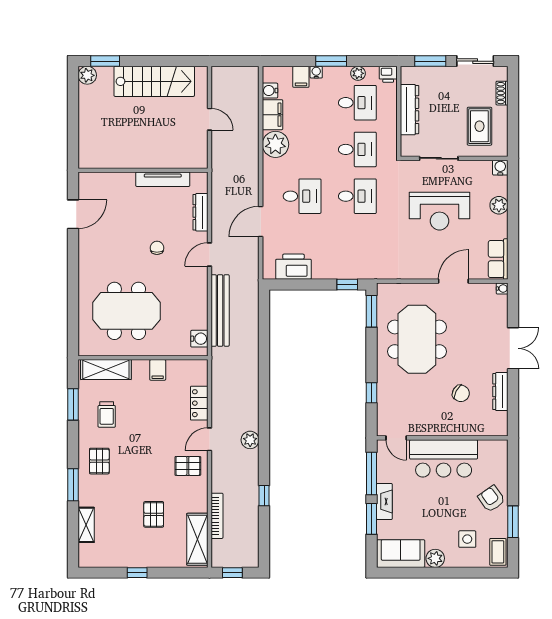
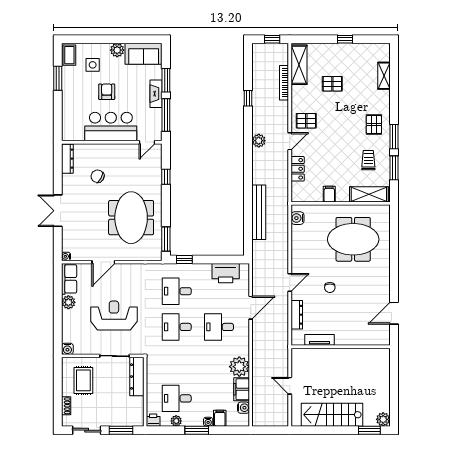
dresser: (409, 110) -> (137, 377), moved
desk: (357, 149) -> (177, 291), moved
tv unit: (163, 179) -> (319, 340), width x0.71
plant: (499, 205) -> (68, 302), moved
bench: (220, 310) -> (259, 212), moved
dresser: (500, 392) -> (67, 159), moved
door: (396, 438) -> (147, 142), swing flipped
window: (73, 485) -> (394, 137), moved
armchair: (491, 499) -> (107, 92), moved, turned -145
pallet: (154, 514) -> (332, 84), turned 90

